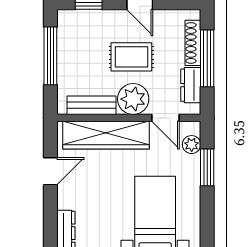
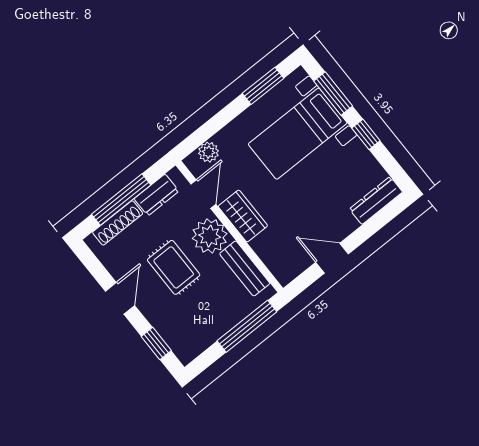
window: (50, 56) -> (247, 326), moved
wardrobe: (106, 135) -> (243, 216), width x0.48, depth x0.85
window: (207, 167) -> (263, 86), moved

